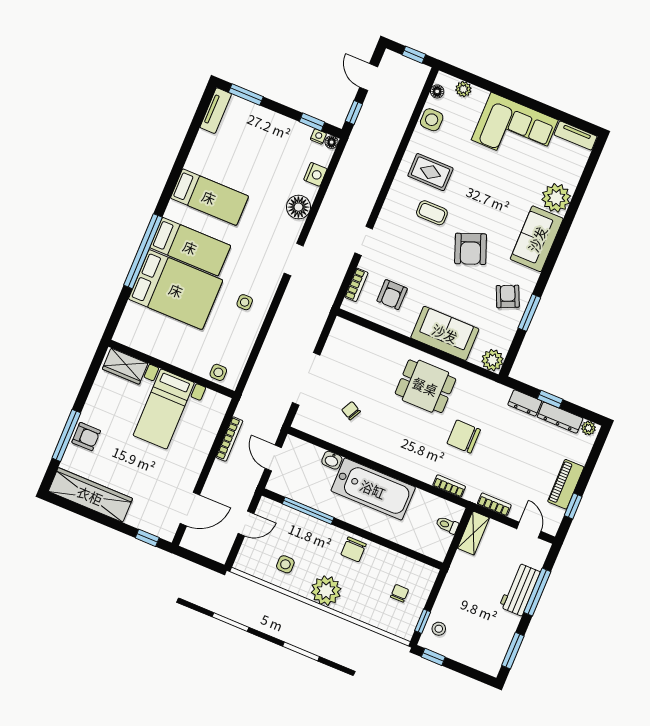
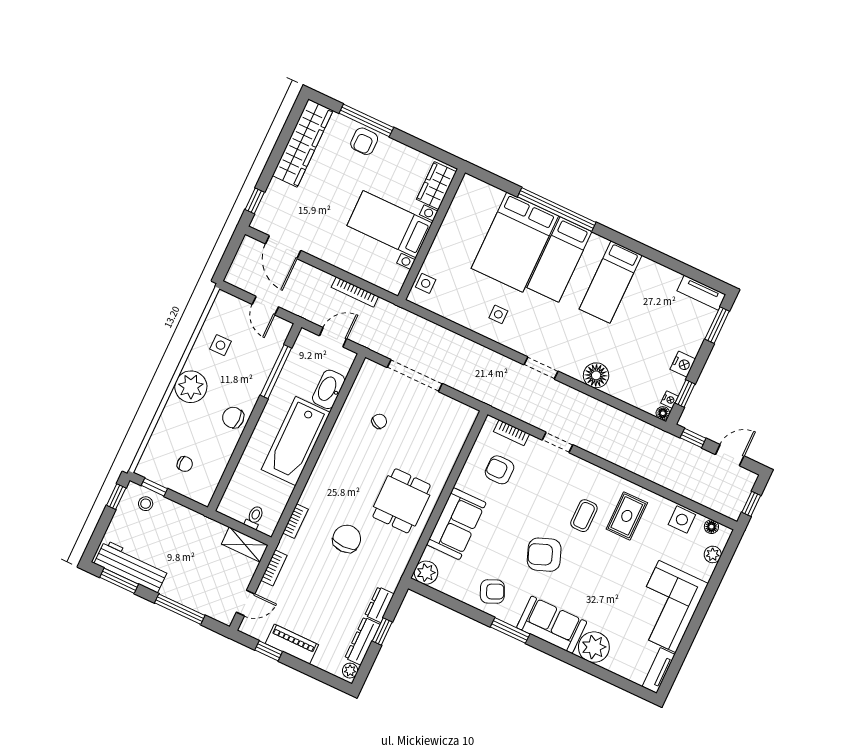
nightstand: (315, 174) -> (683, 364), moved, turned -90
window: (529, 313) -> (510, 630), moved
washbasin: (332, 460) -> (329, 389), width x1.91, depth x1.45
workbench: (520, 589) -> (131, 566), moved, width x1.38

